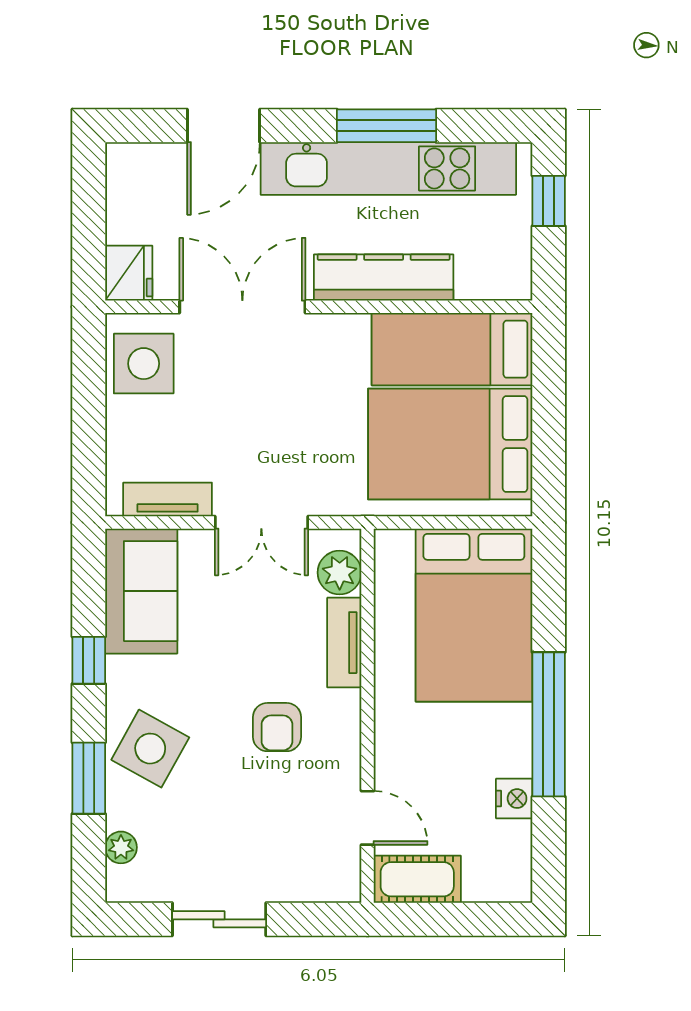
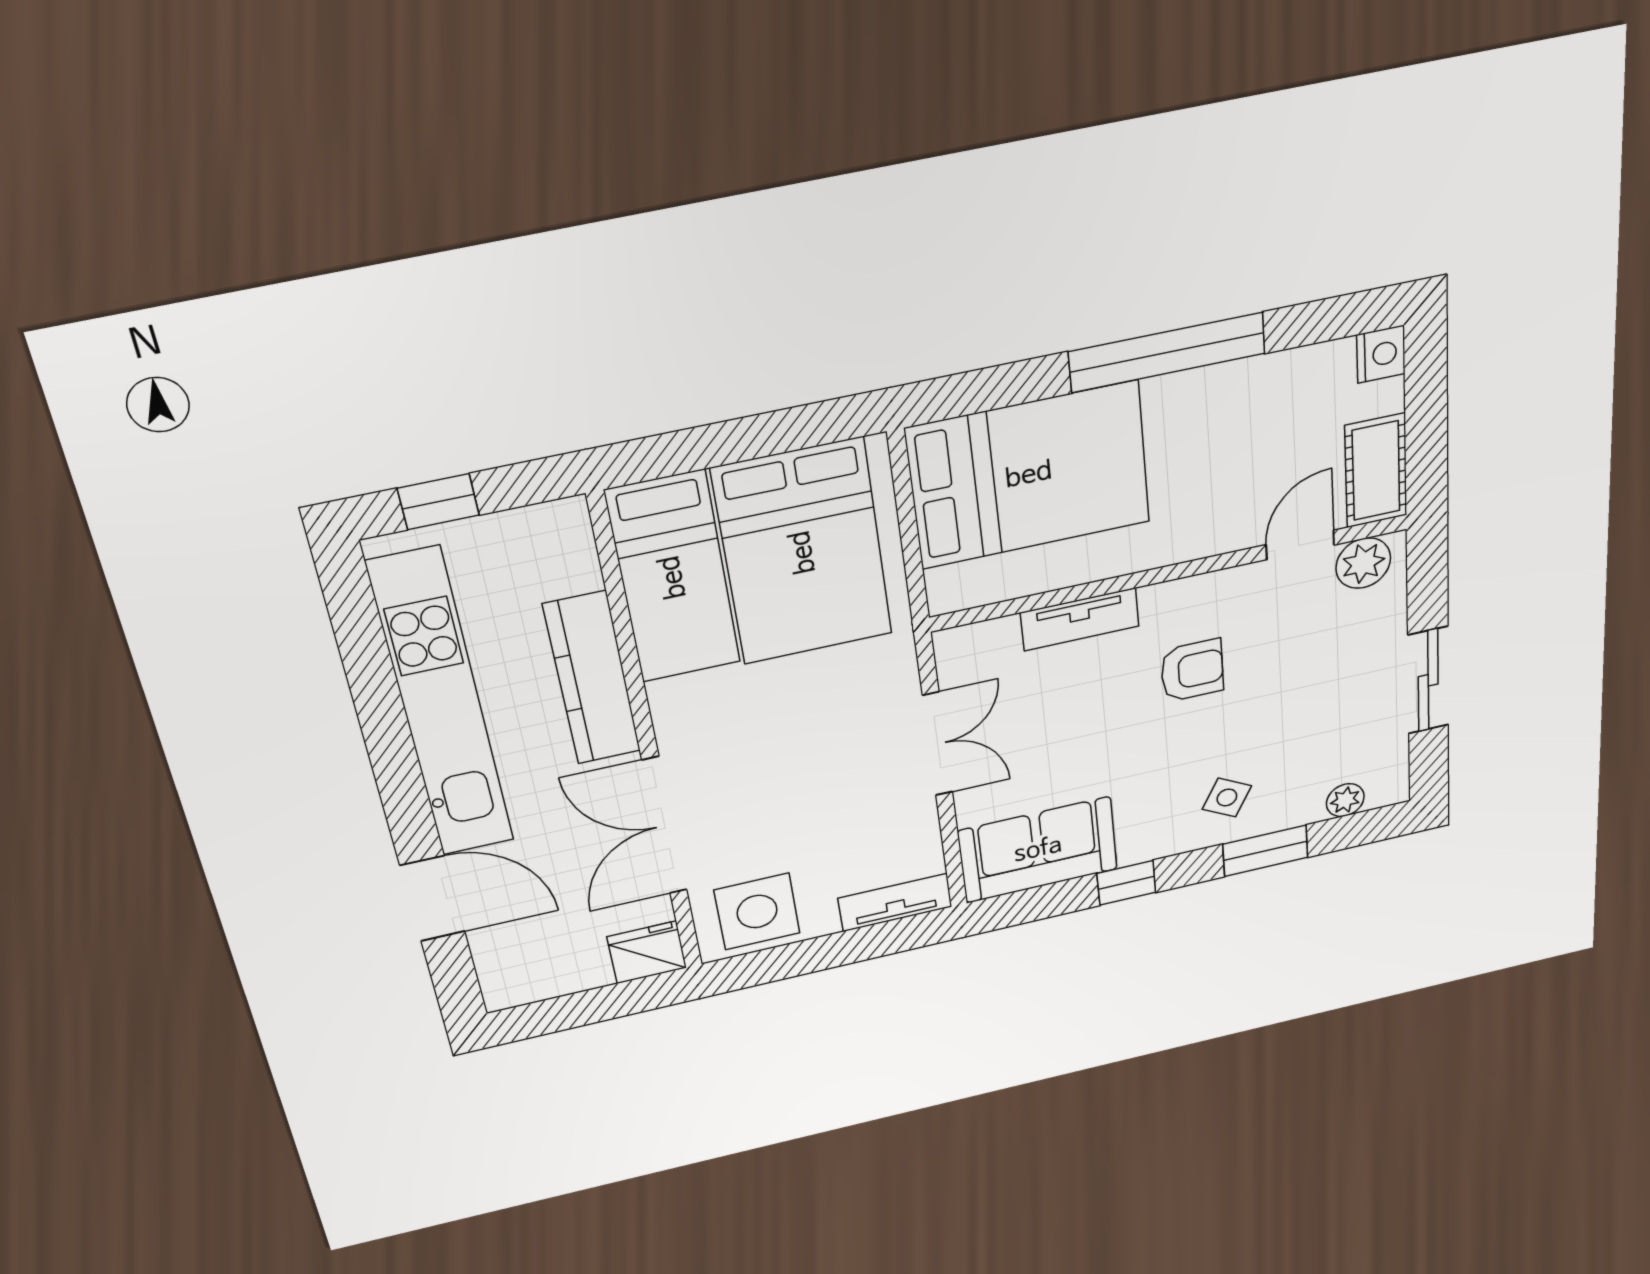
window: (386, 126) -> (383, 720), removed
tv unit: (168, 499) -> (895, 902), moved, turned 90
plant: (340, 573) -> (1363, 563), moved
side table: (150, 749) -> (1227, 797), width x0.54, depth x0.54
nightstand: (514, 799) -> (1381, 354), moved, turned 90

